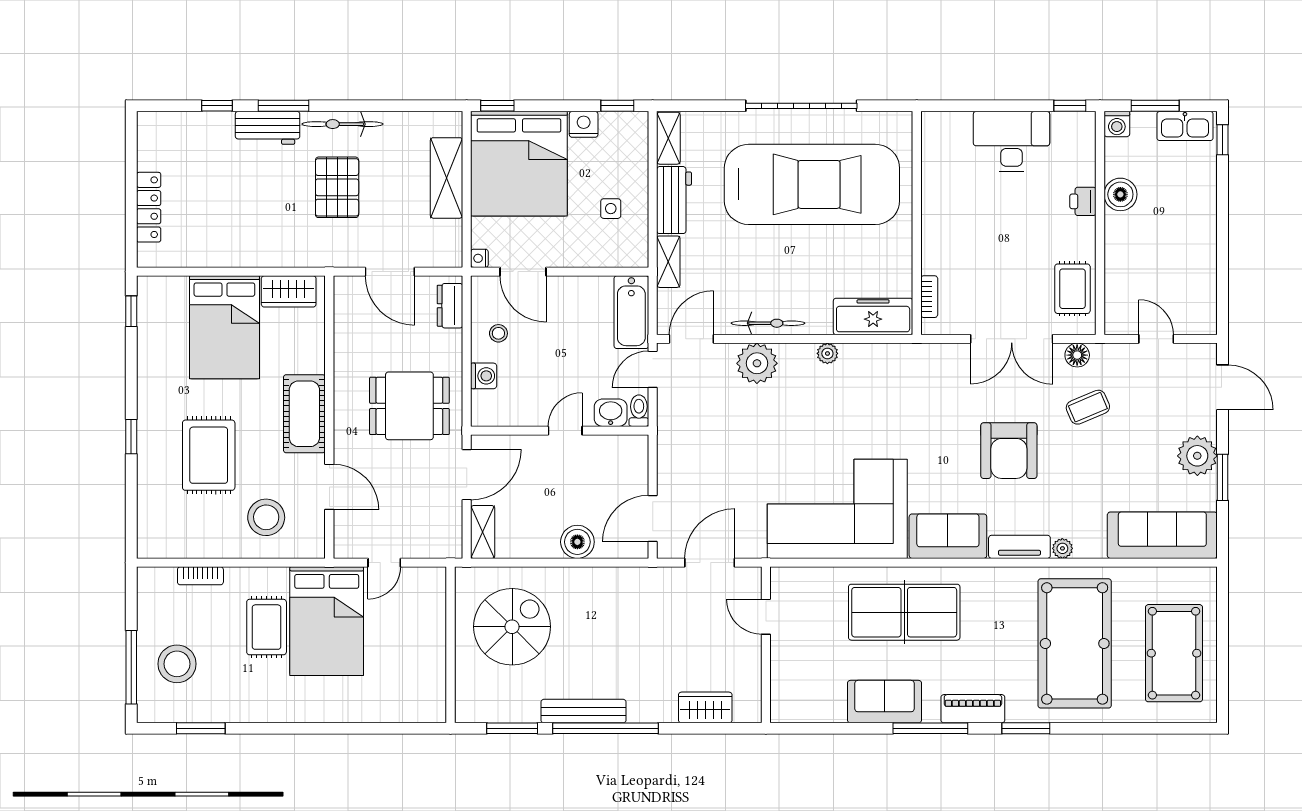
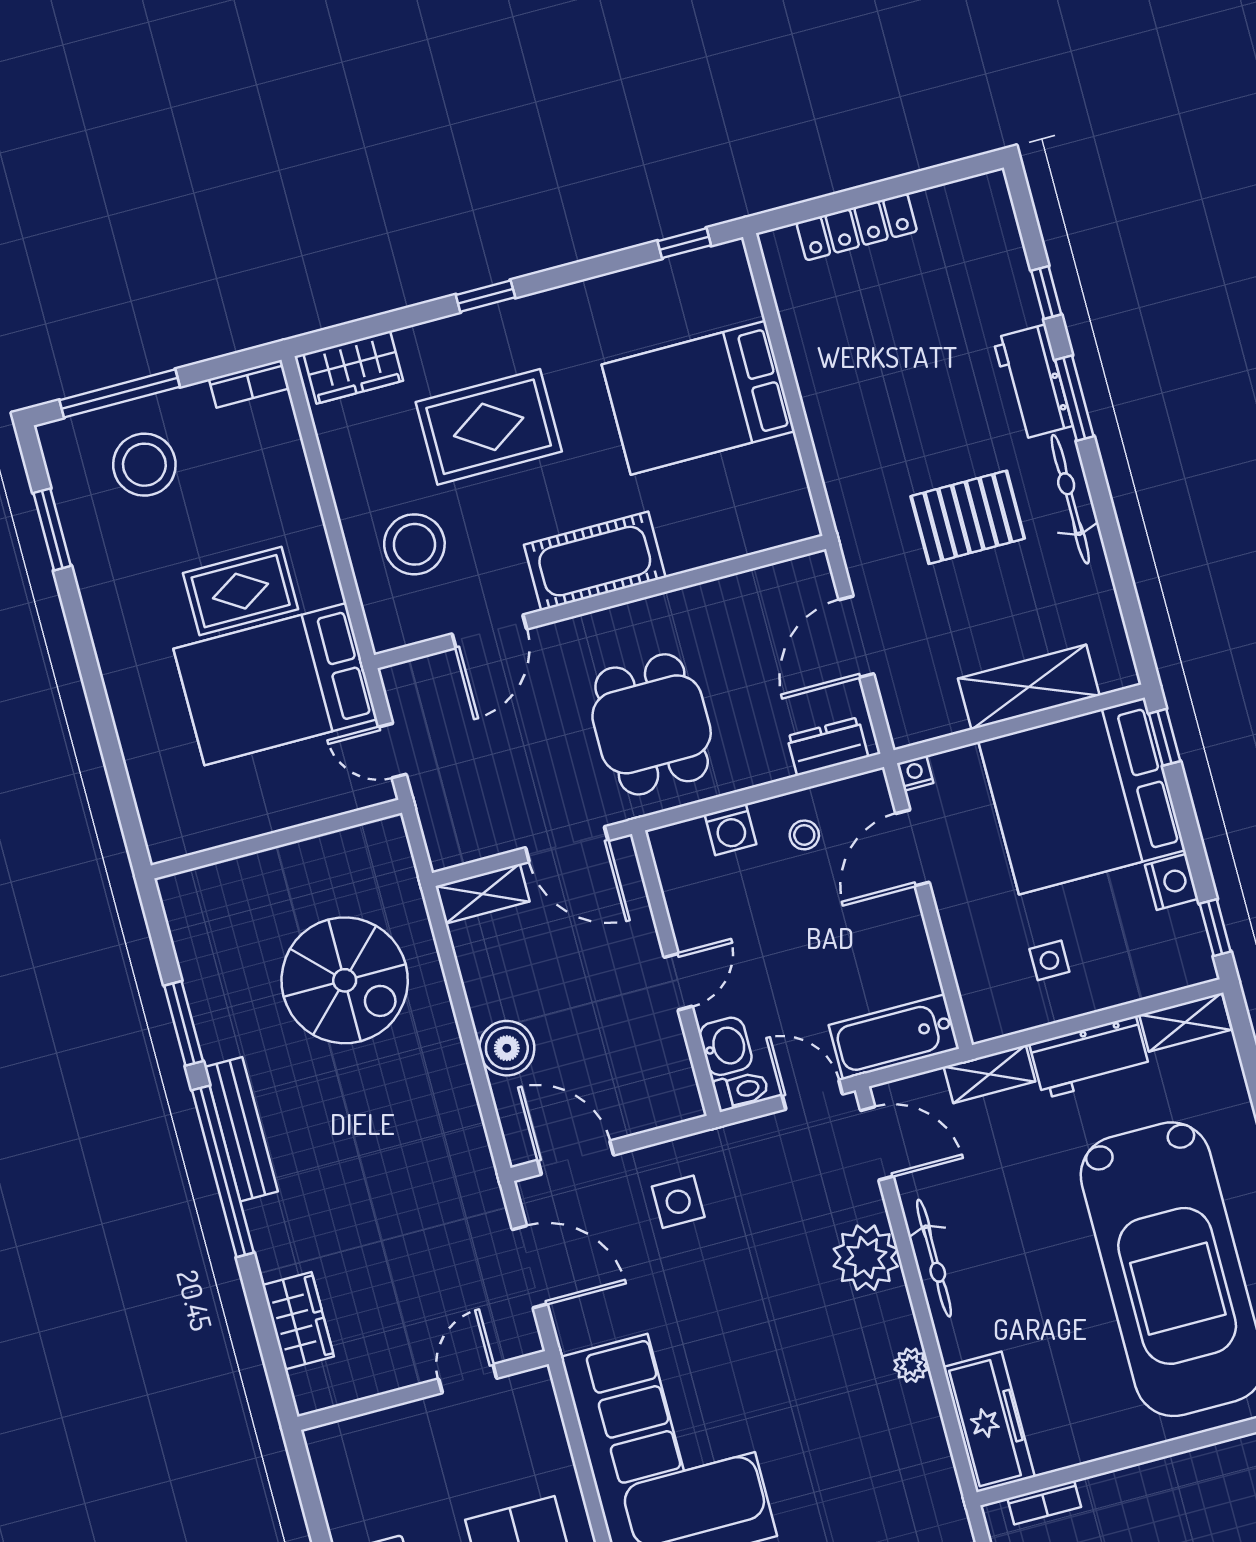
wardrobe: (289, 291) -> (353, 367), moved, turned -90
door: (565, 431) -> (678, 982), hinge flipped
side table: (695, 465) -> (678, 1202), added
bookcase: (200, 576) -> (249, 384), moved, turned -90
wall: (451, 645) -> (276, 839), moved

